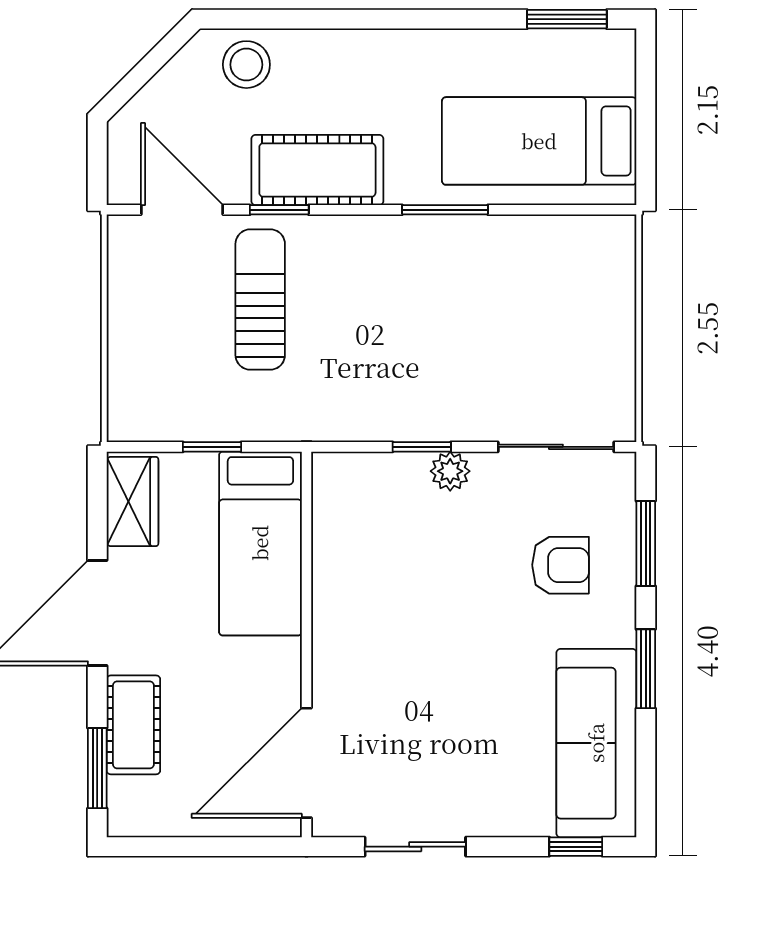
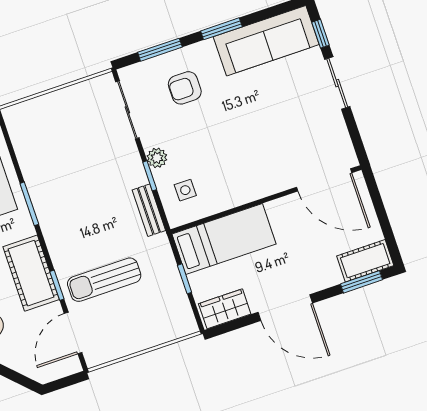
bench: (359, 424) -> (149, 210), added
side table: (374, 503) -> (185, 190), added
armchair: (561, 565) -> (185, 88), turned -90
cot: (133, 725) -> (365, 261), moved
sliding door: (415, 847) -> (337, 83), moved

